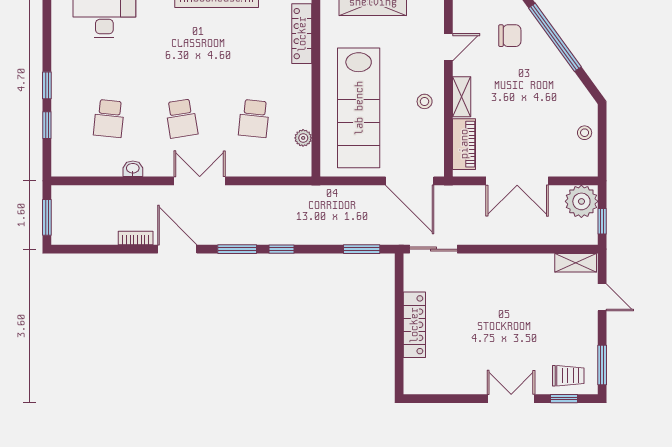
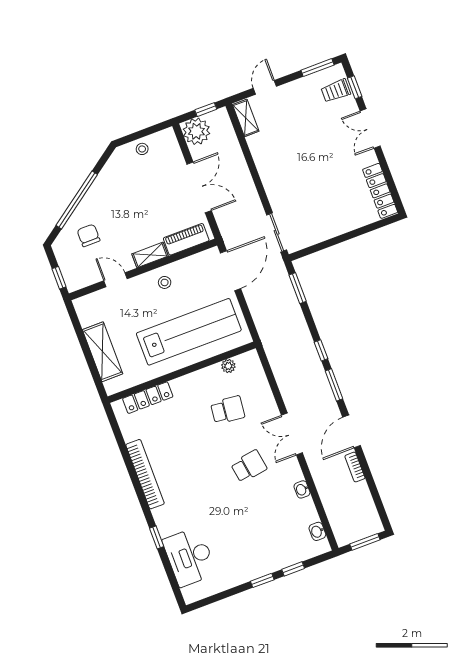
school desk: (109, 118) -> (270, 523), removed
washbasin: (79, 168) -> (317, 531), added
locker: (414, 325) -> (380, 191), moved, turned -90
trolley: (568, 376) -> (336, 91), turned -90

